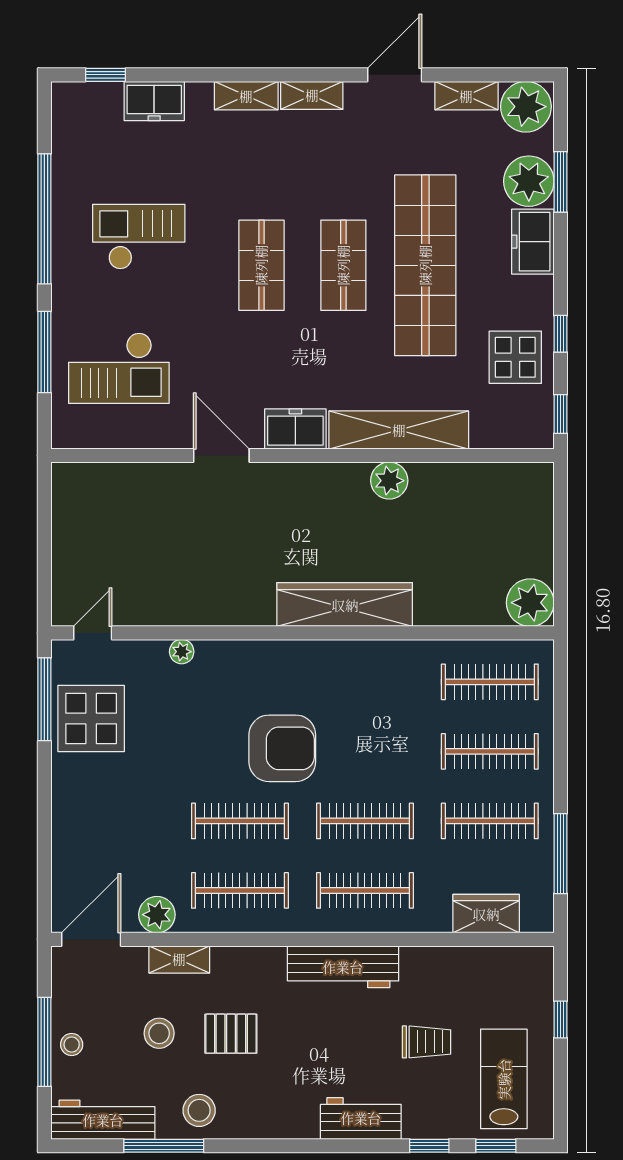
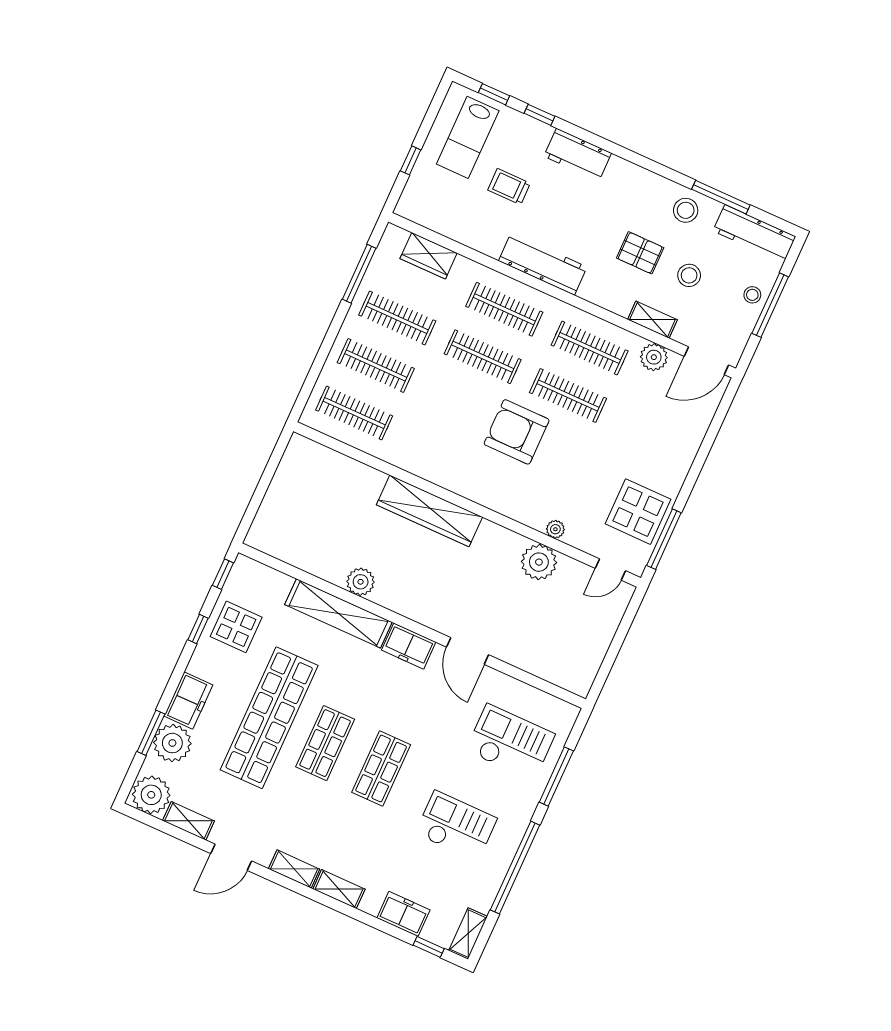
shelving: (65, 113) -> (468, 934), added
checkout: (139, 237) -> (456, 826), turned 180
plant: (530, 603) -> (539, 562), moved

